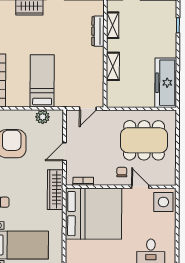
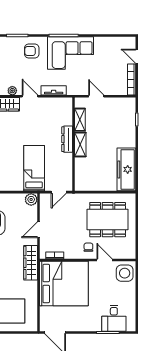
dresser: (98, 31) -> (67, 139), moved
shelving: (113, 66) -> (80, 144), moved
bed: (42, 81) -> (34, 168), moved
plant: (43, 117) -> (31, 199), moved

